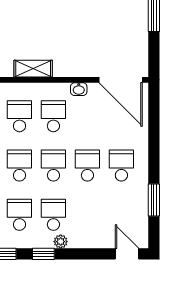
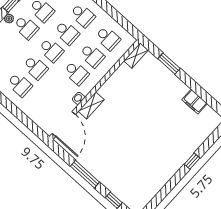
shelving: (33, 69) -> (91, 105), moved
door: (121, 80) -> (64, 124), swing flipped

